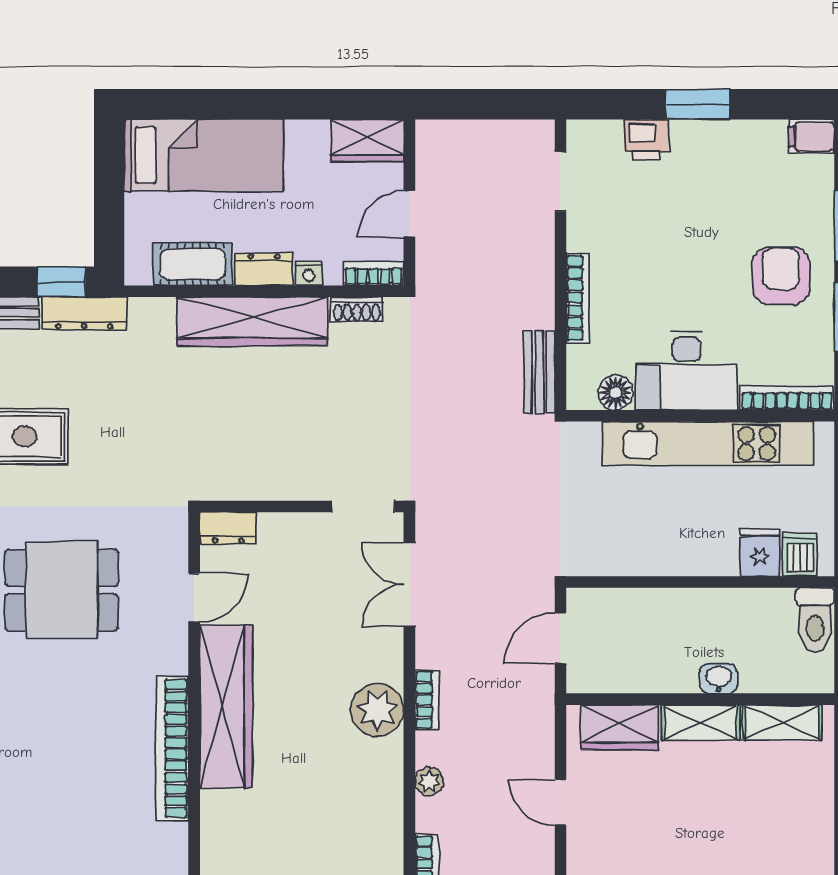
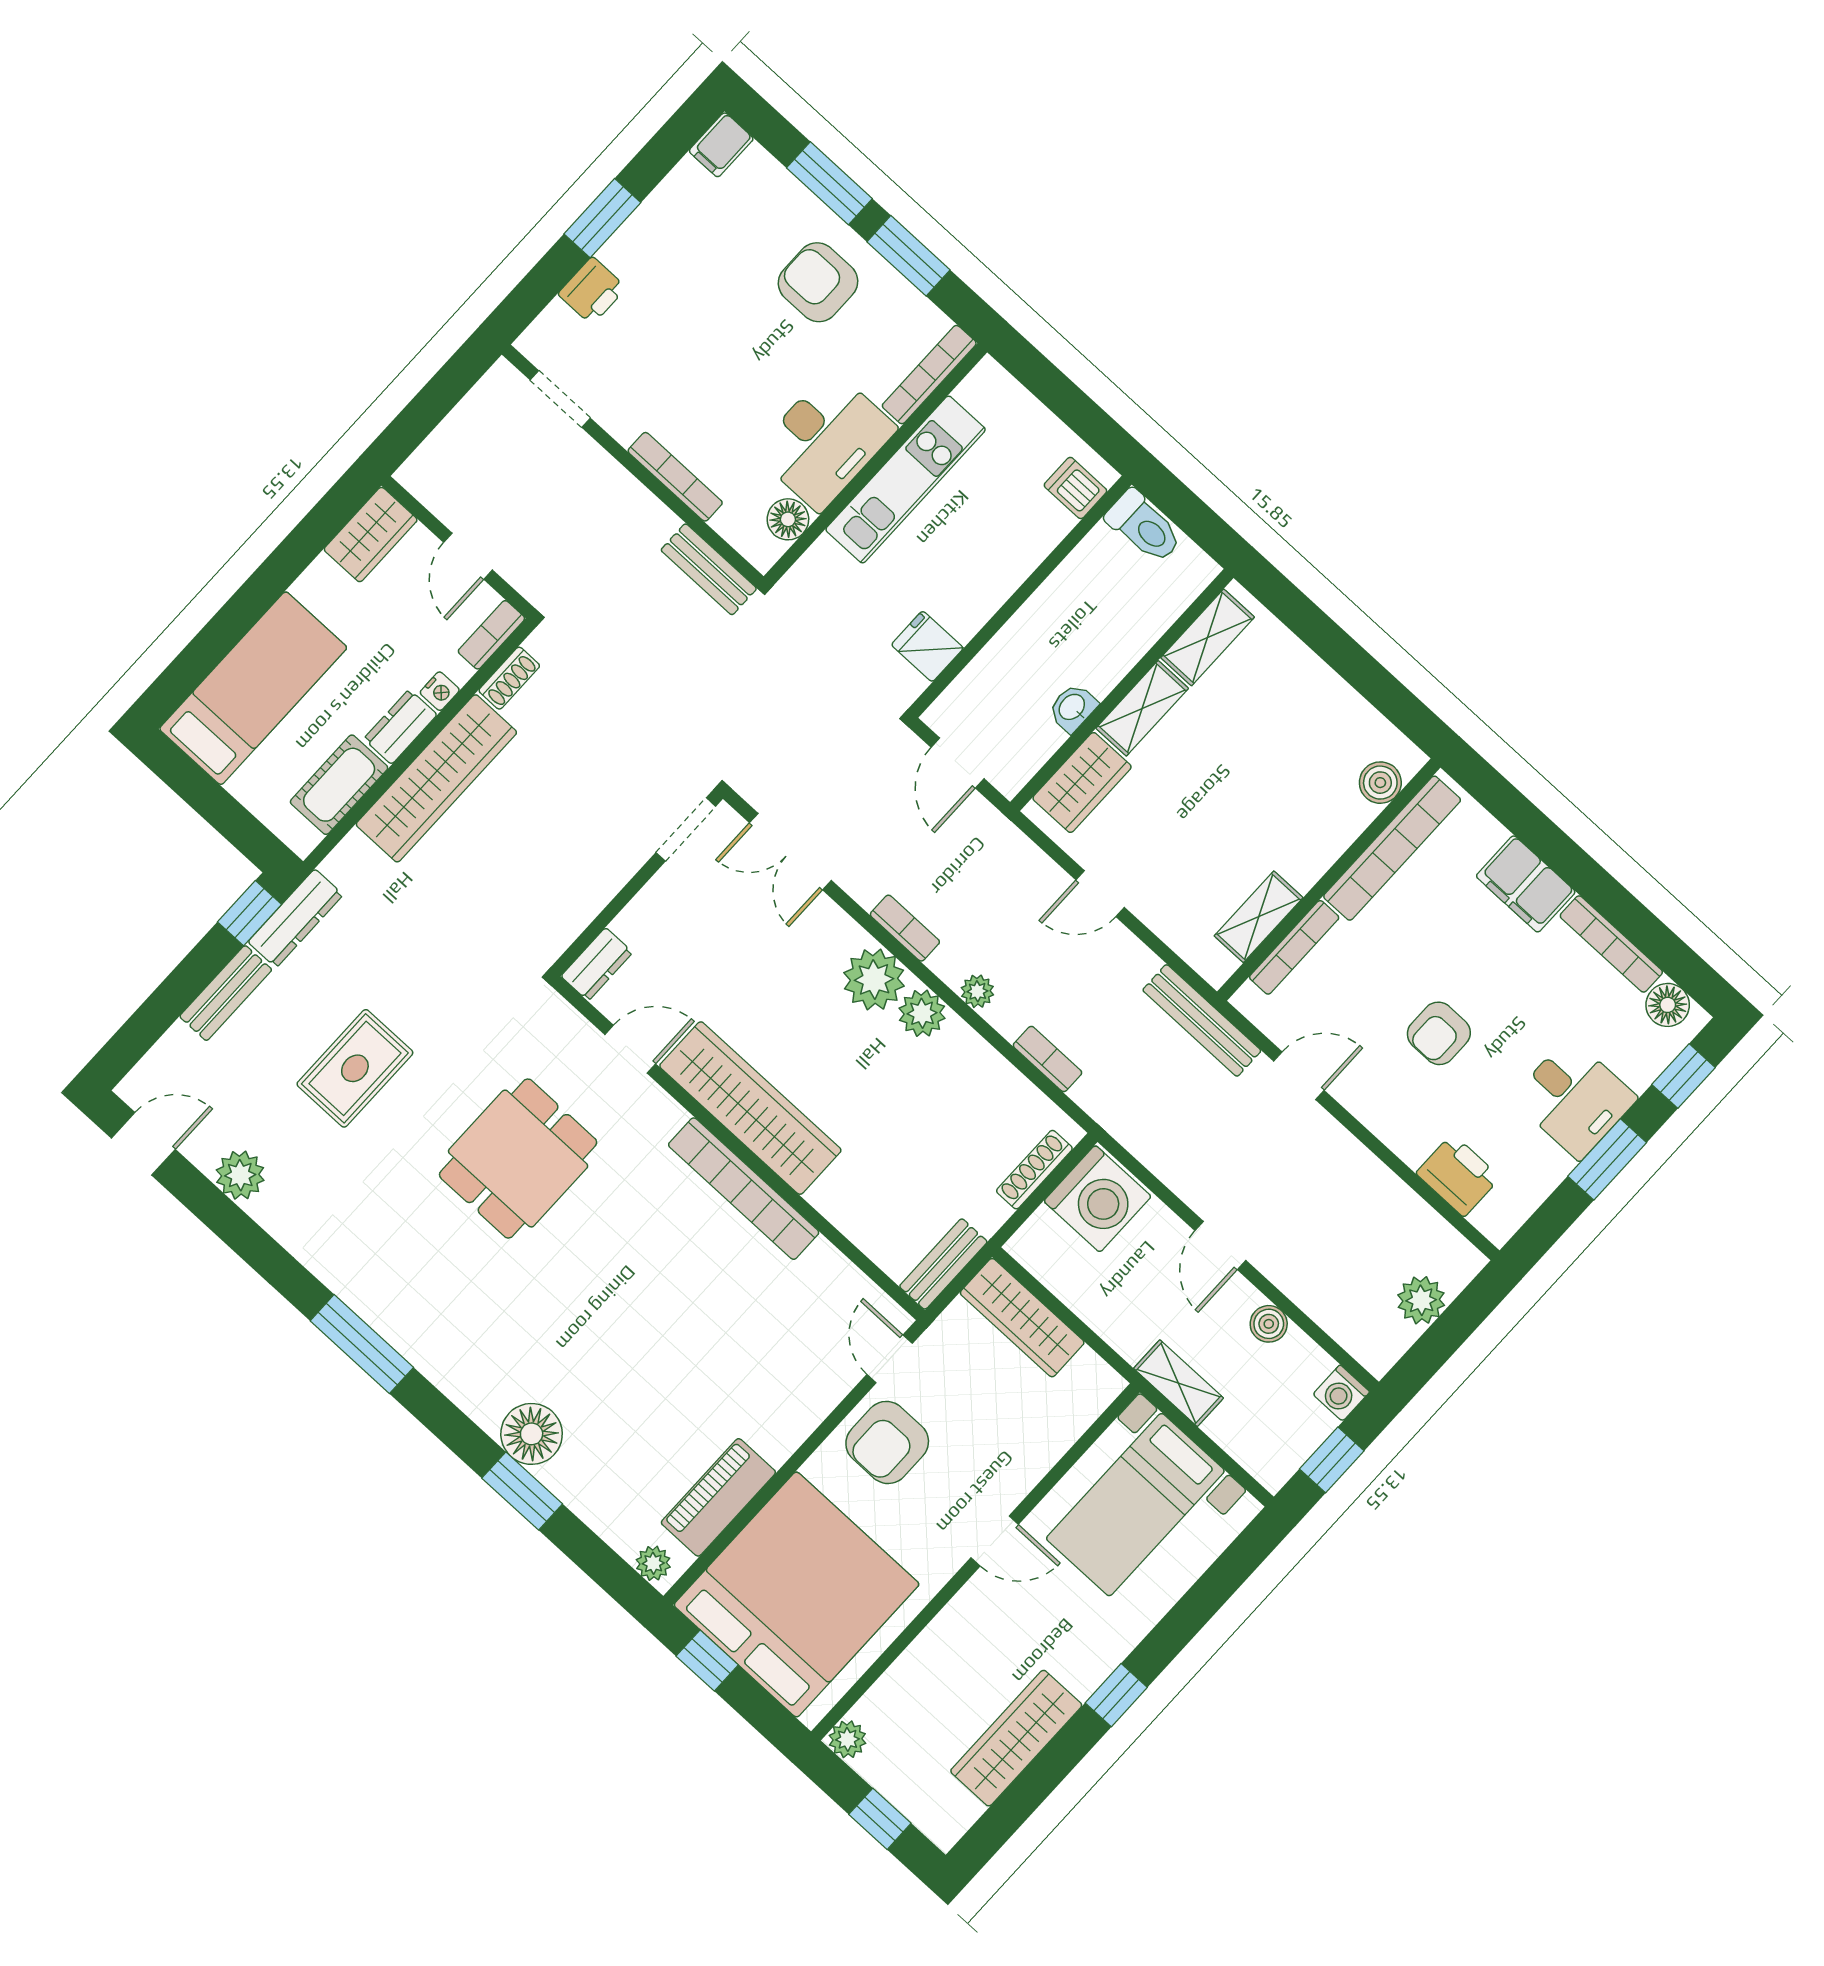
kitchen unit: (708, 443) -> (906, 479), width x0.73
fridge: (760, 553) -> (927, 646), moved
door: (194, 598) -> (630, 1049), hinge flipped
washbasin: (719, 678) -> (1073, 708), moved
plant: (384, 759) -> (922, 1013), added

